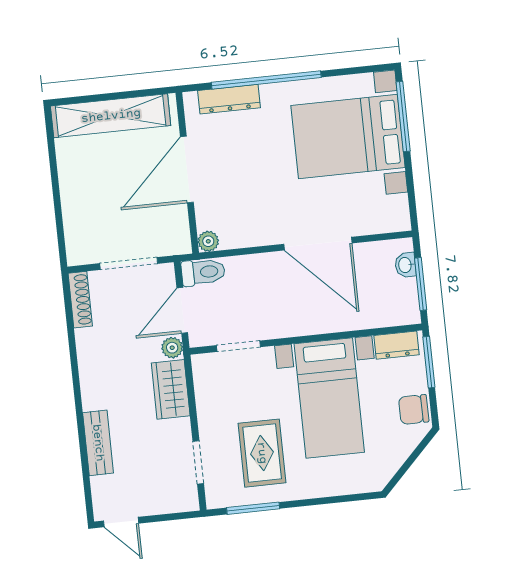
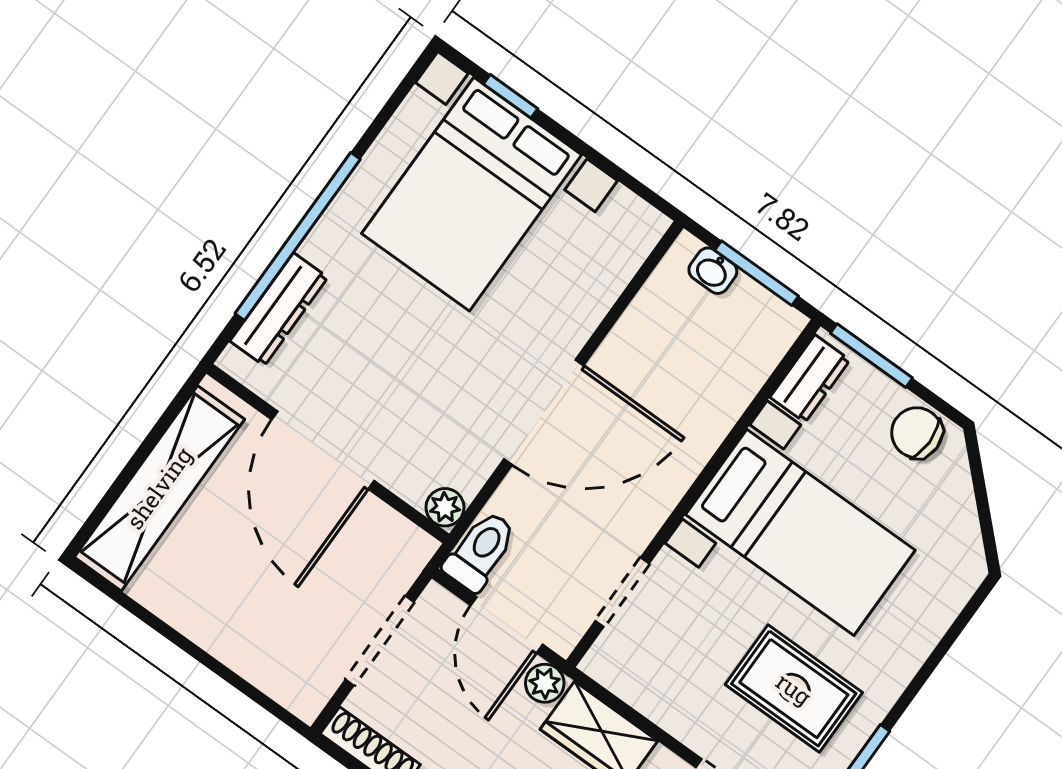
window: (403, 117) -> (511, 96), width x0.46
door: (318, 244) -> (544, 412), moved
chair: (414, 409) -> (917, 433), turned 90

